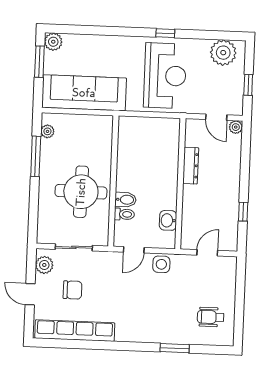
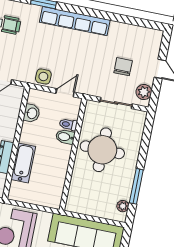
bathtub: (169, 162) -> (23, 163), added
chair: (73, 290) -> (123, 67), turned 90
row of seats: (75, 331) -> (75, 21), moved

